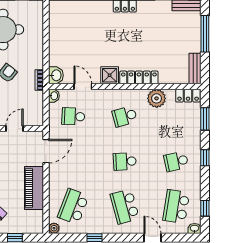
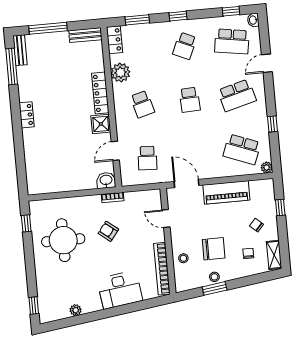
washbasin: (54, 96) -> (128, 180), removed
school desk: (176, 161) -> (185, 46), turned 36

